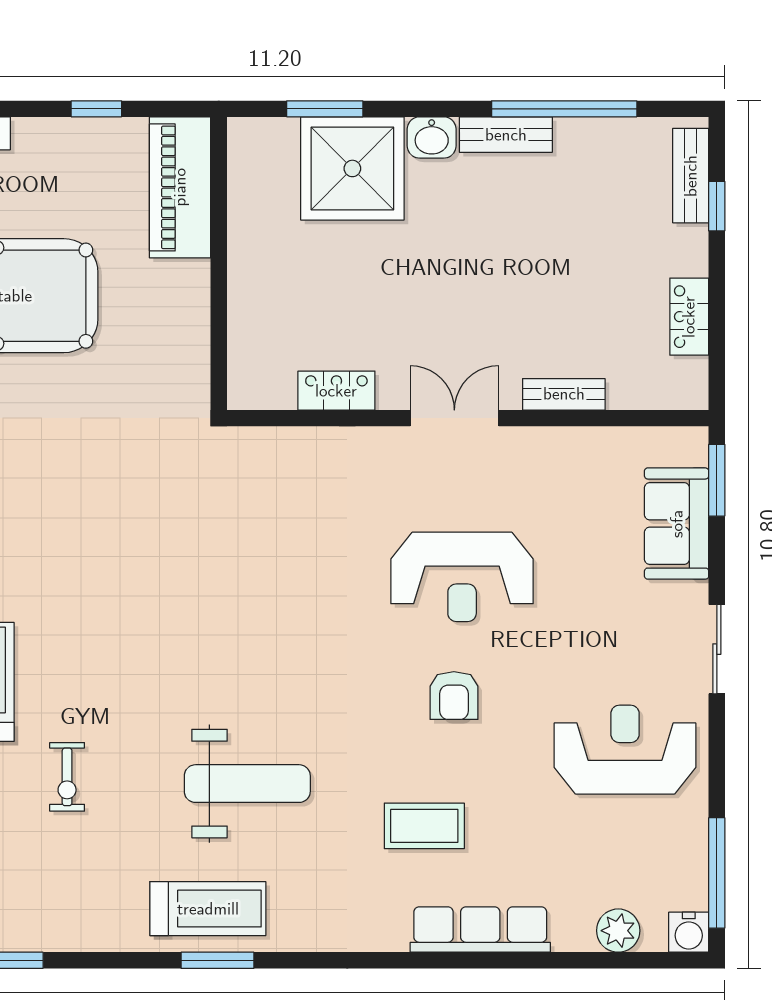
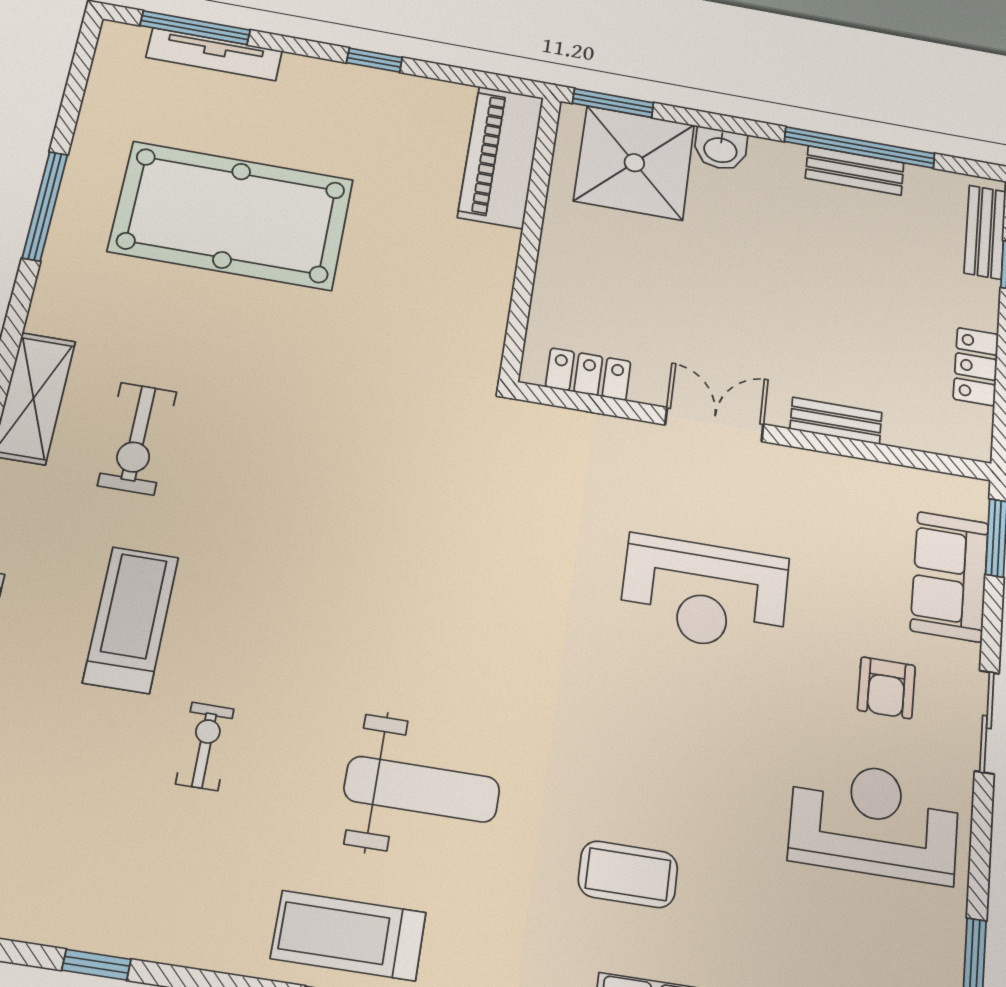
bench: (506, 135) -> (855, 170), moved
piano: (180, 187) -> (501, 157), moved
wall: (219, 263) -> (531, 236), moved
armchair: (454, 696) -> (886, 688), moved
exercise bike: (67, 777) -> (205, 746), turned 180
treadmill: (208, 909) -> (349, 936), turned 180

